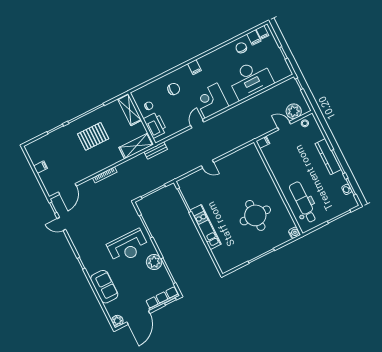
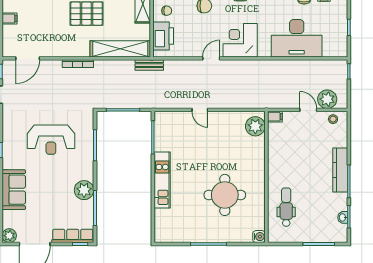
shelving: (136, 146) -> (120, 49), width x1.47
plant: (252, 156) -> (255, 126), added
dental chair: (303, 202) -> (286, 207), width x0.73, depth x0.72
reception desk: (128, 247) -> (51, 140), moved

